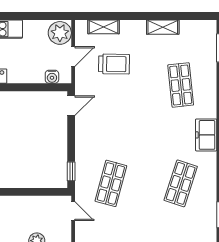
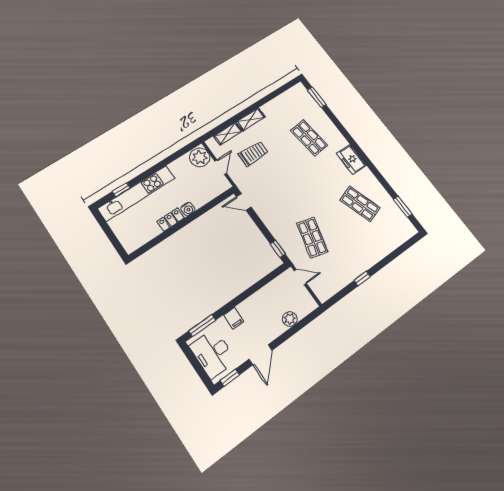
shelving: (163, 27) -> (251, 119), moved
water cooler: (52, 77) -> (188, 209), moved
door: (71, 106) -> (244, 202), swing flipped
shop shelf: (181, 183) -> (360, 204), turned -36

